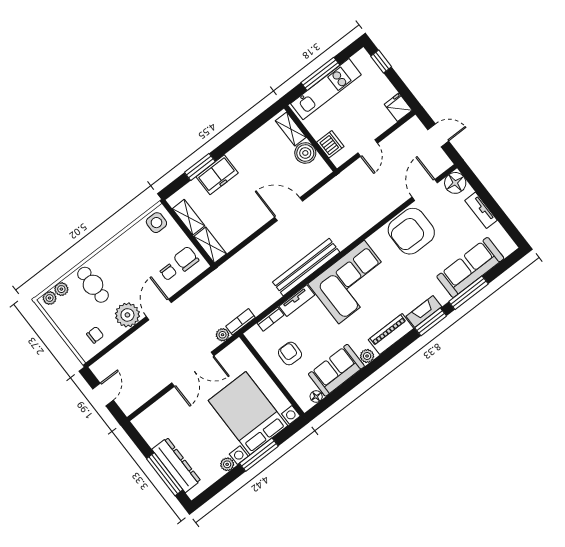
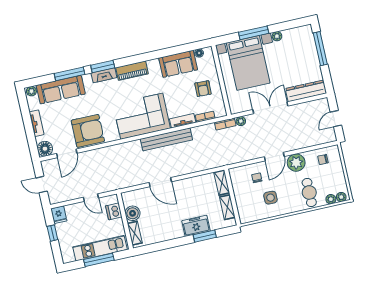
window: (381, 62) -> (52, 233), moved
door: (368, 148) -> (91, 198), swing flipped
side table: (156, 223) -> (270, 198), moved
chair: (186, 259) -> (241, 181), removed
plant: (367, 356) -> (31, 91), moved
dresser: (176, 465) -> (306, 91), moved, turned 90

